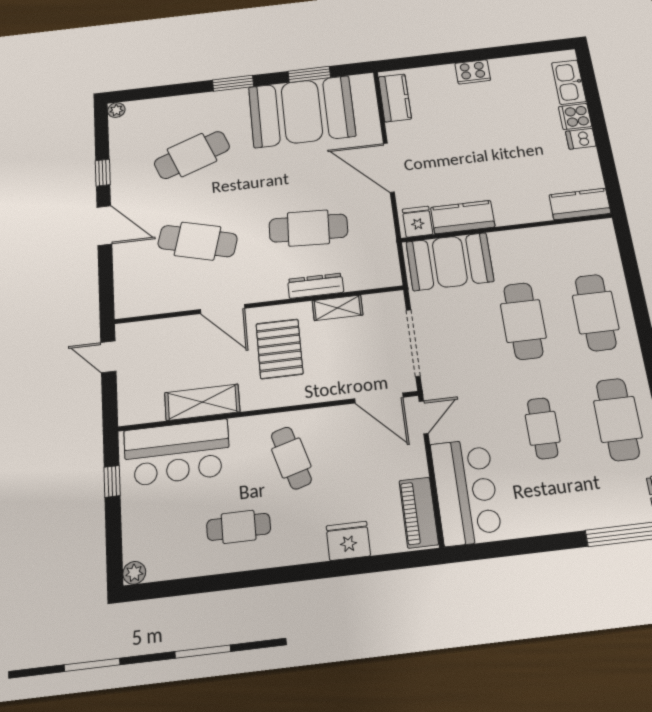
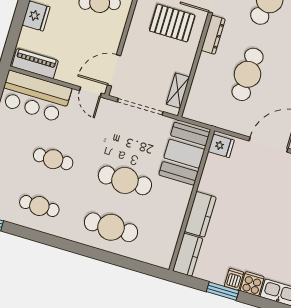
window: (603, 146) -> (223, 291), added
kitchen counter: (463, 217) -> (200, 214), moved
dresser: (316, 286) -> (213, 35), moved
shelving: (337, 308) -> (178, 91), moved
cafe table: (618, 419) -> (39, 206), width x0.73, depth x0.74

